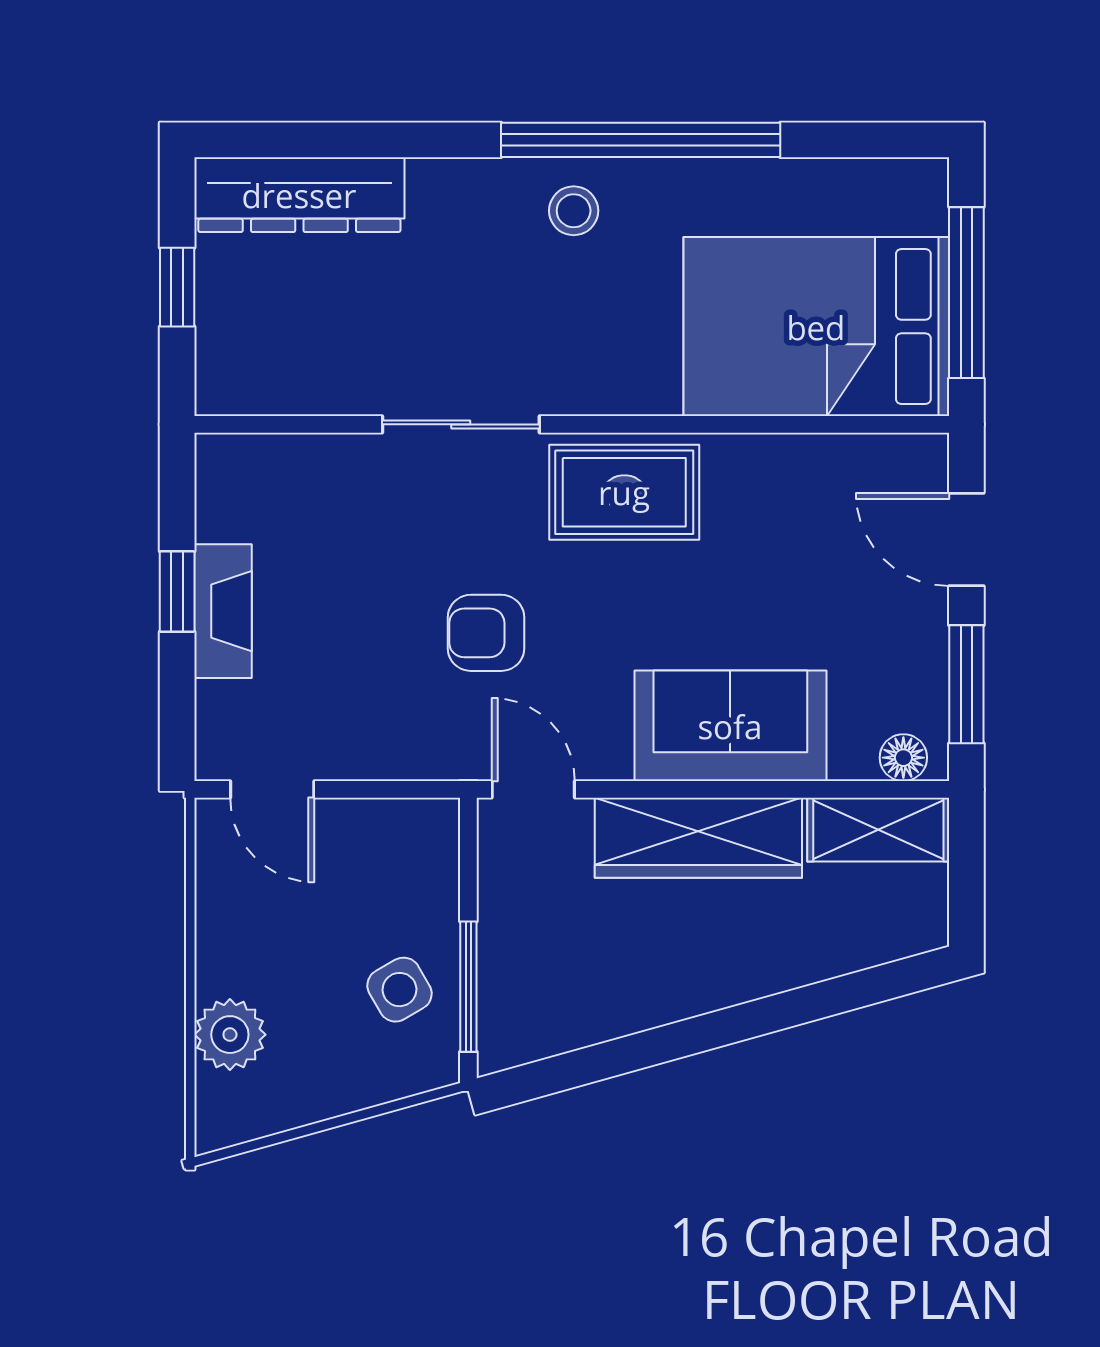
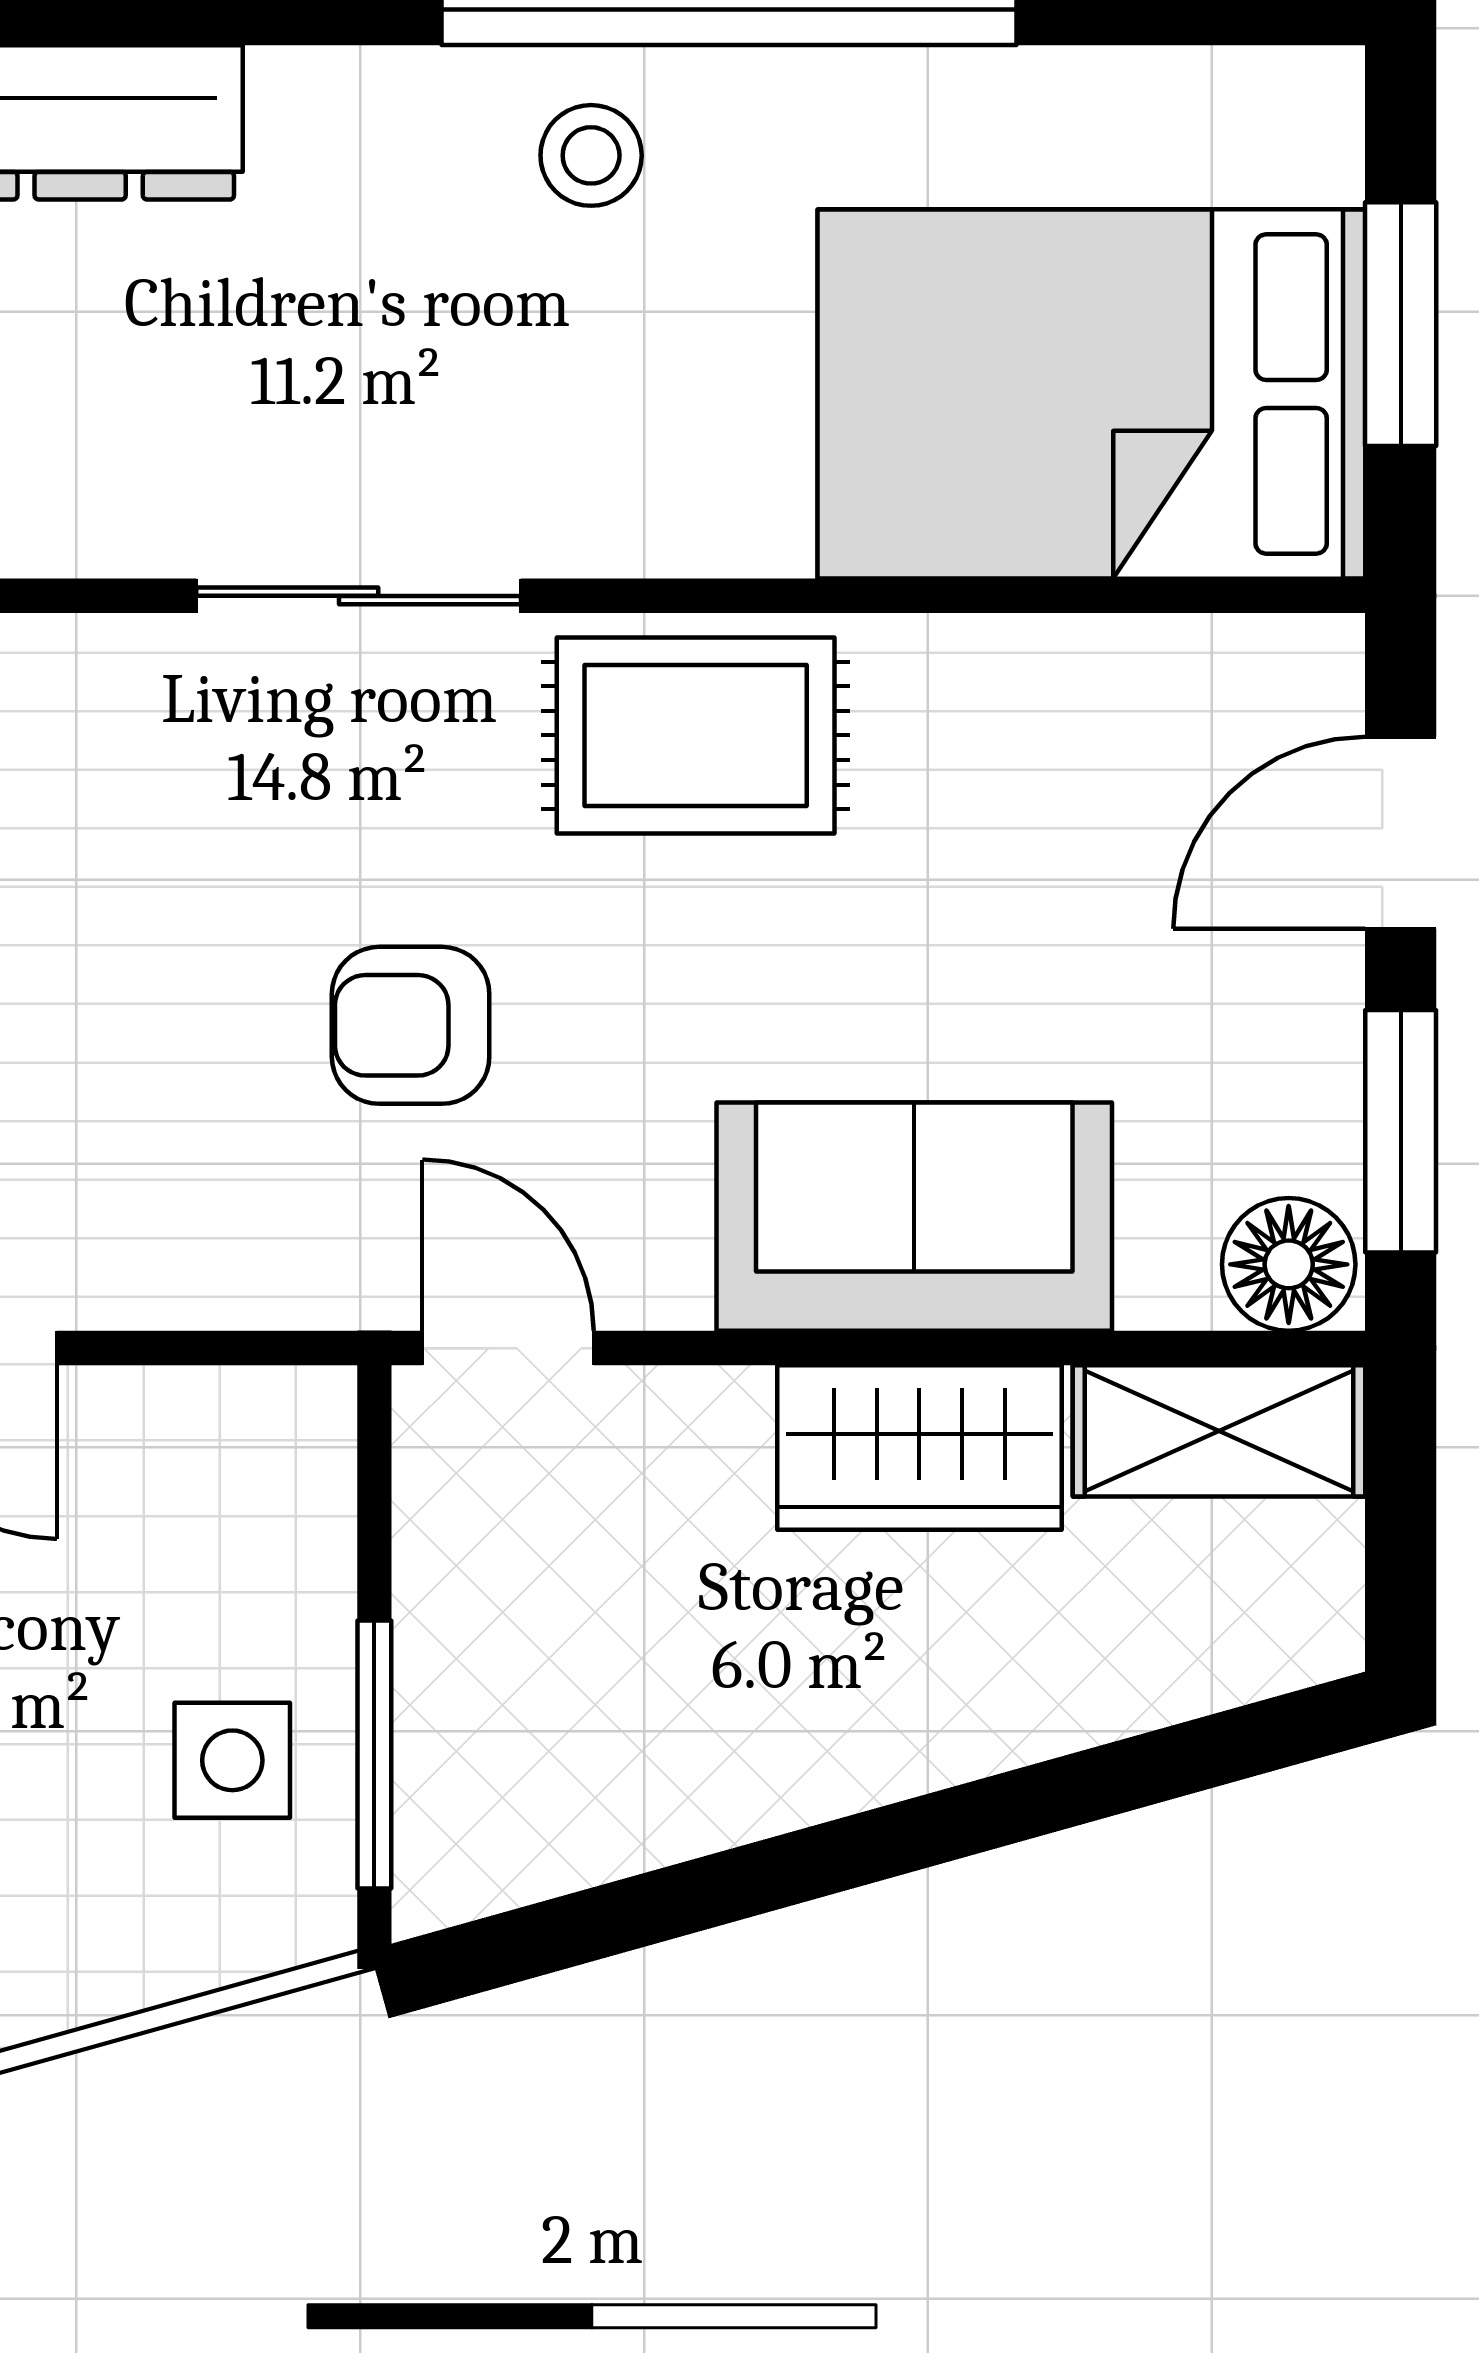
window: (966, 293) -> (1401, 324), width x0.69
door: (966, 540) -> (1401, 833), hinge flipped
floor lamp: (903, 758) -> (1289, 1264), width x1.37, depth x1.37
wardrobe: (698, 838) -> (919, 1448), width x0.67
side table: (399, 990) -> (232, 1760), turned 30

